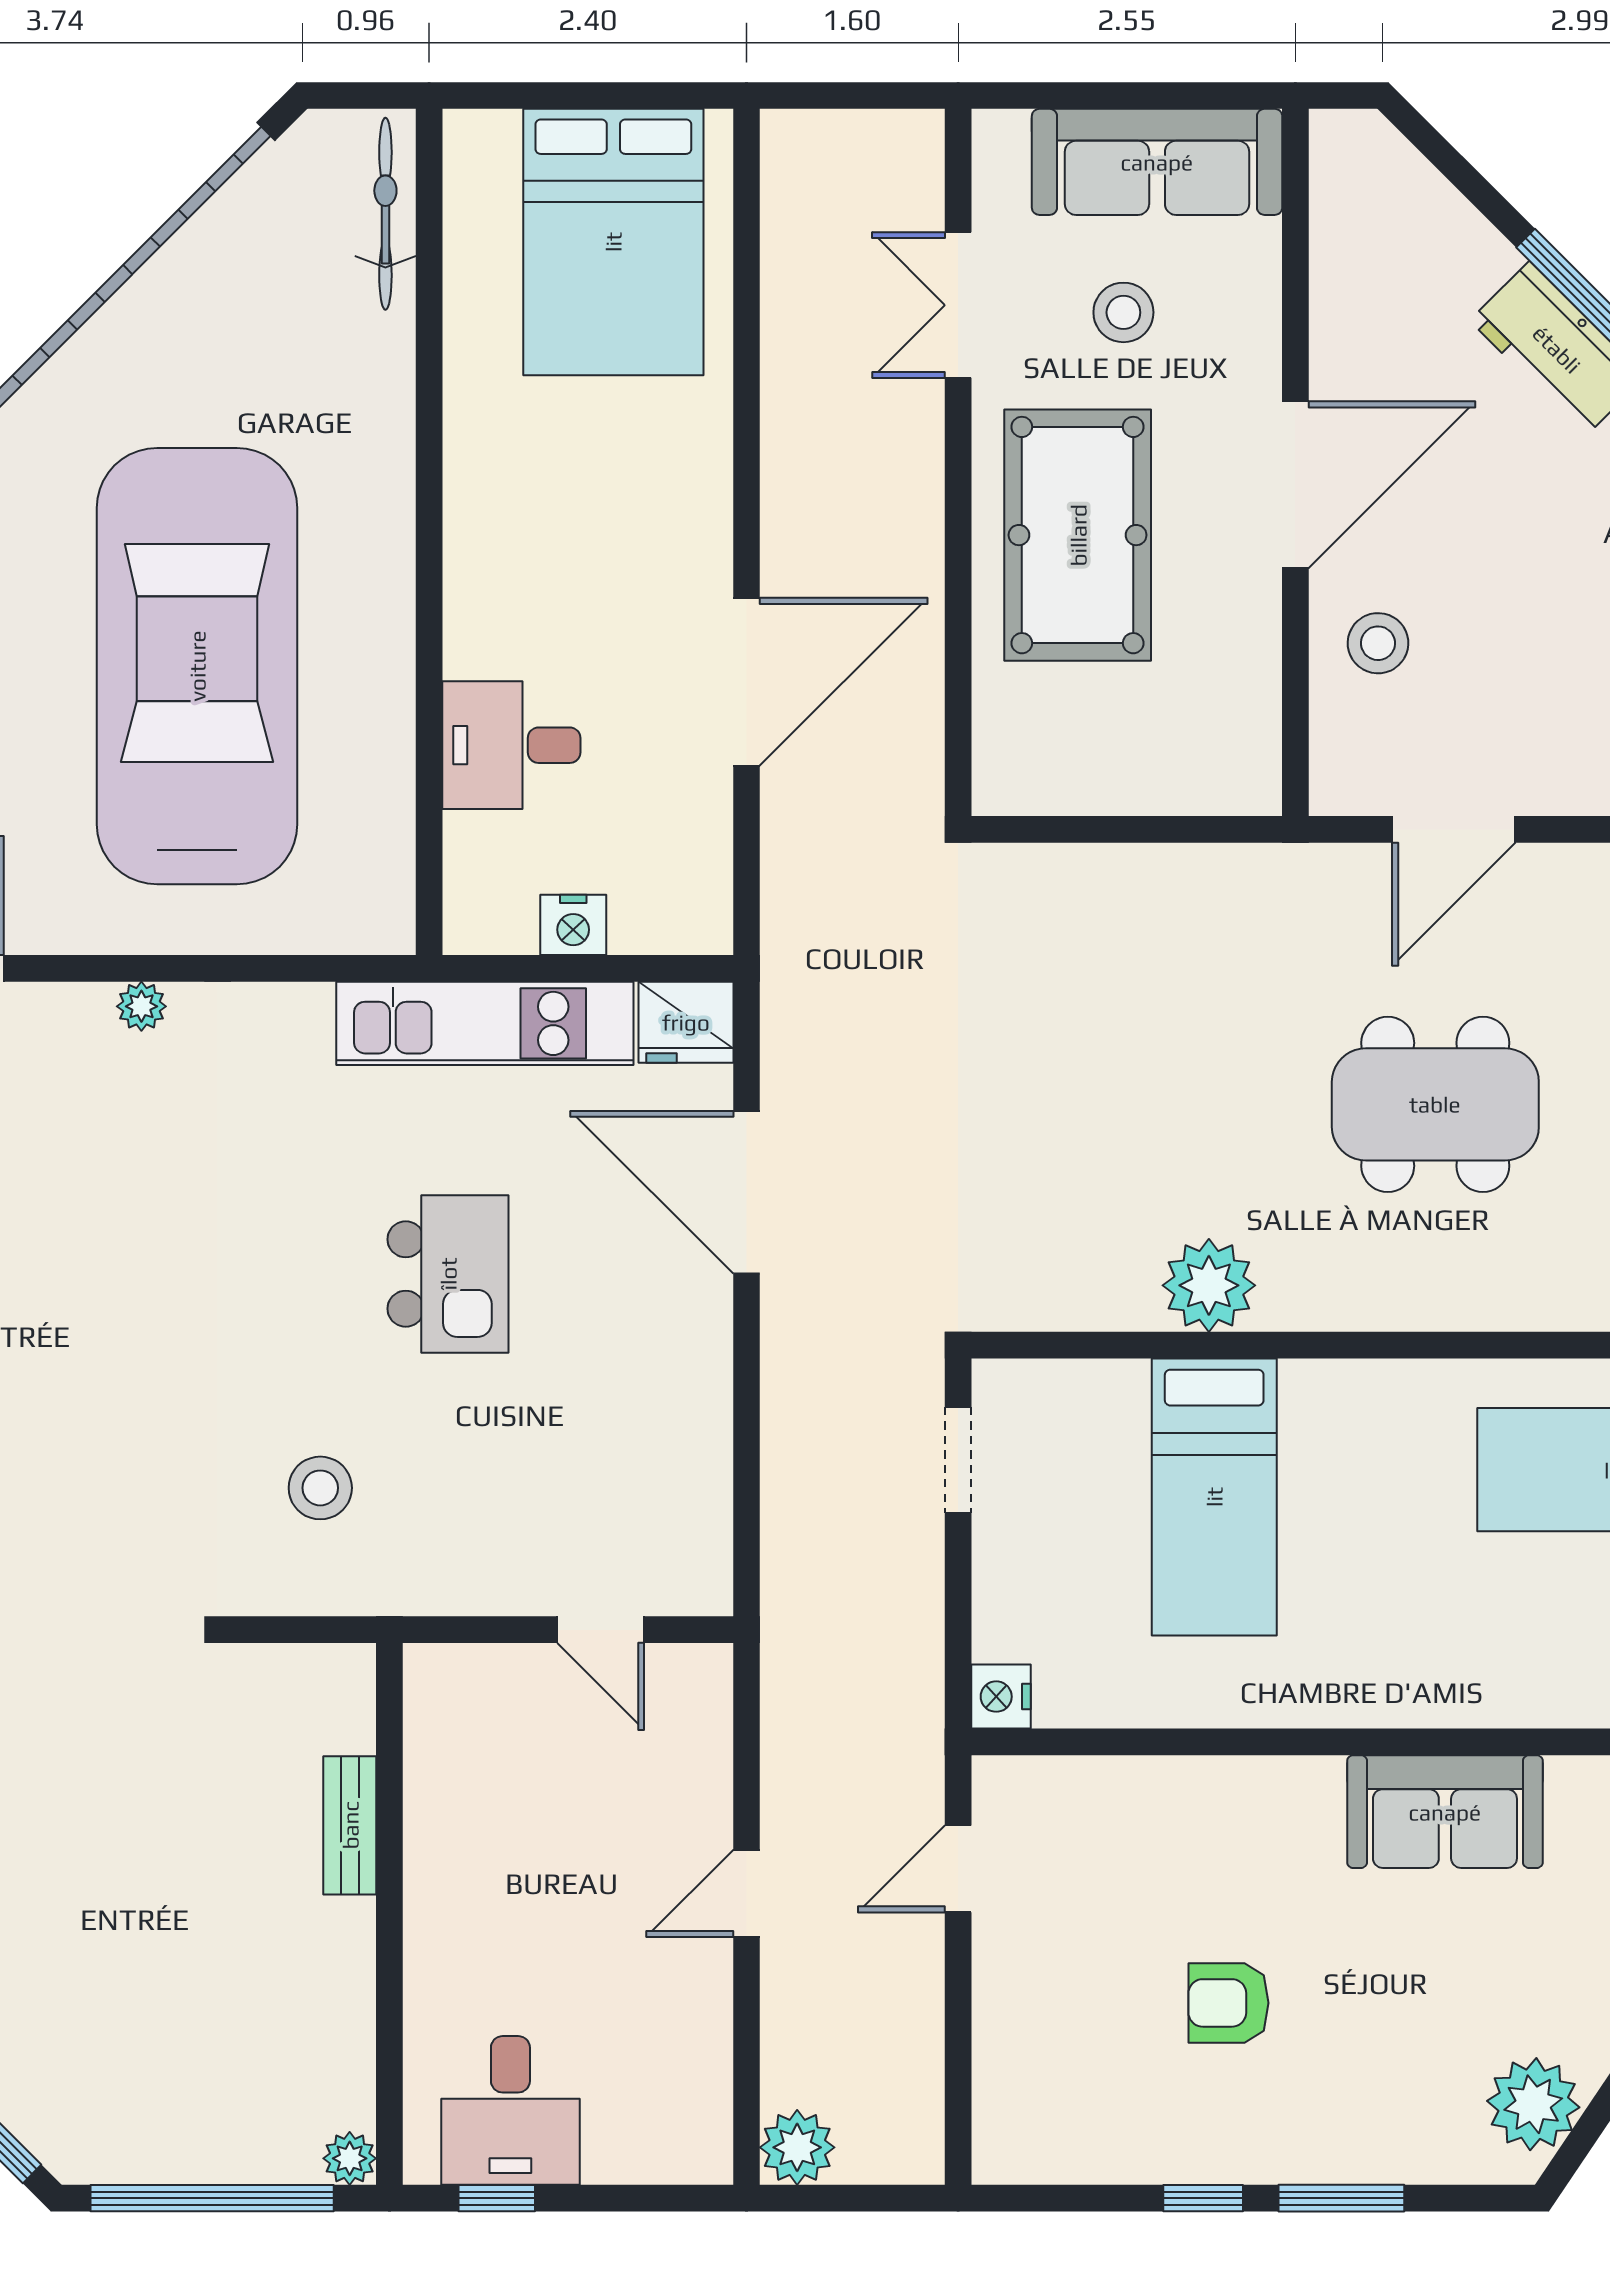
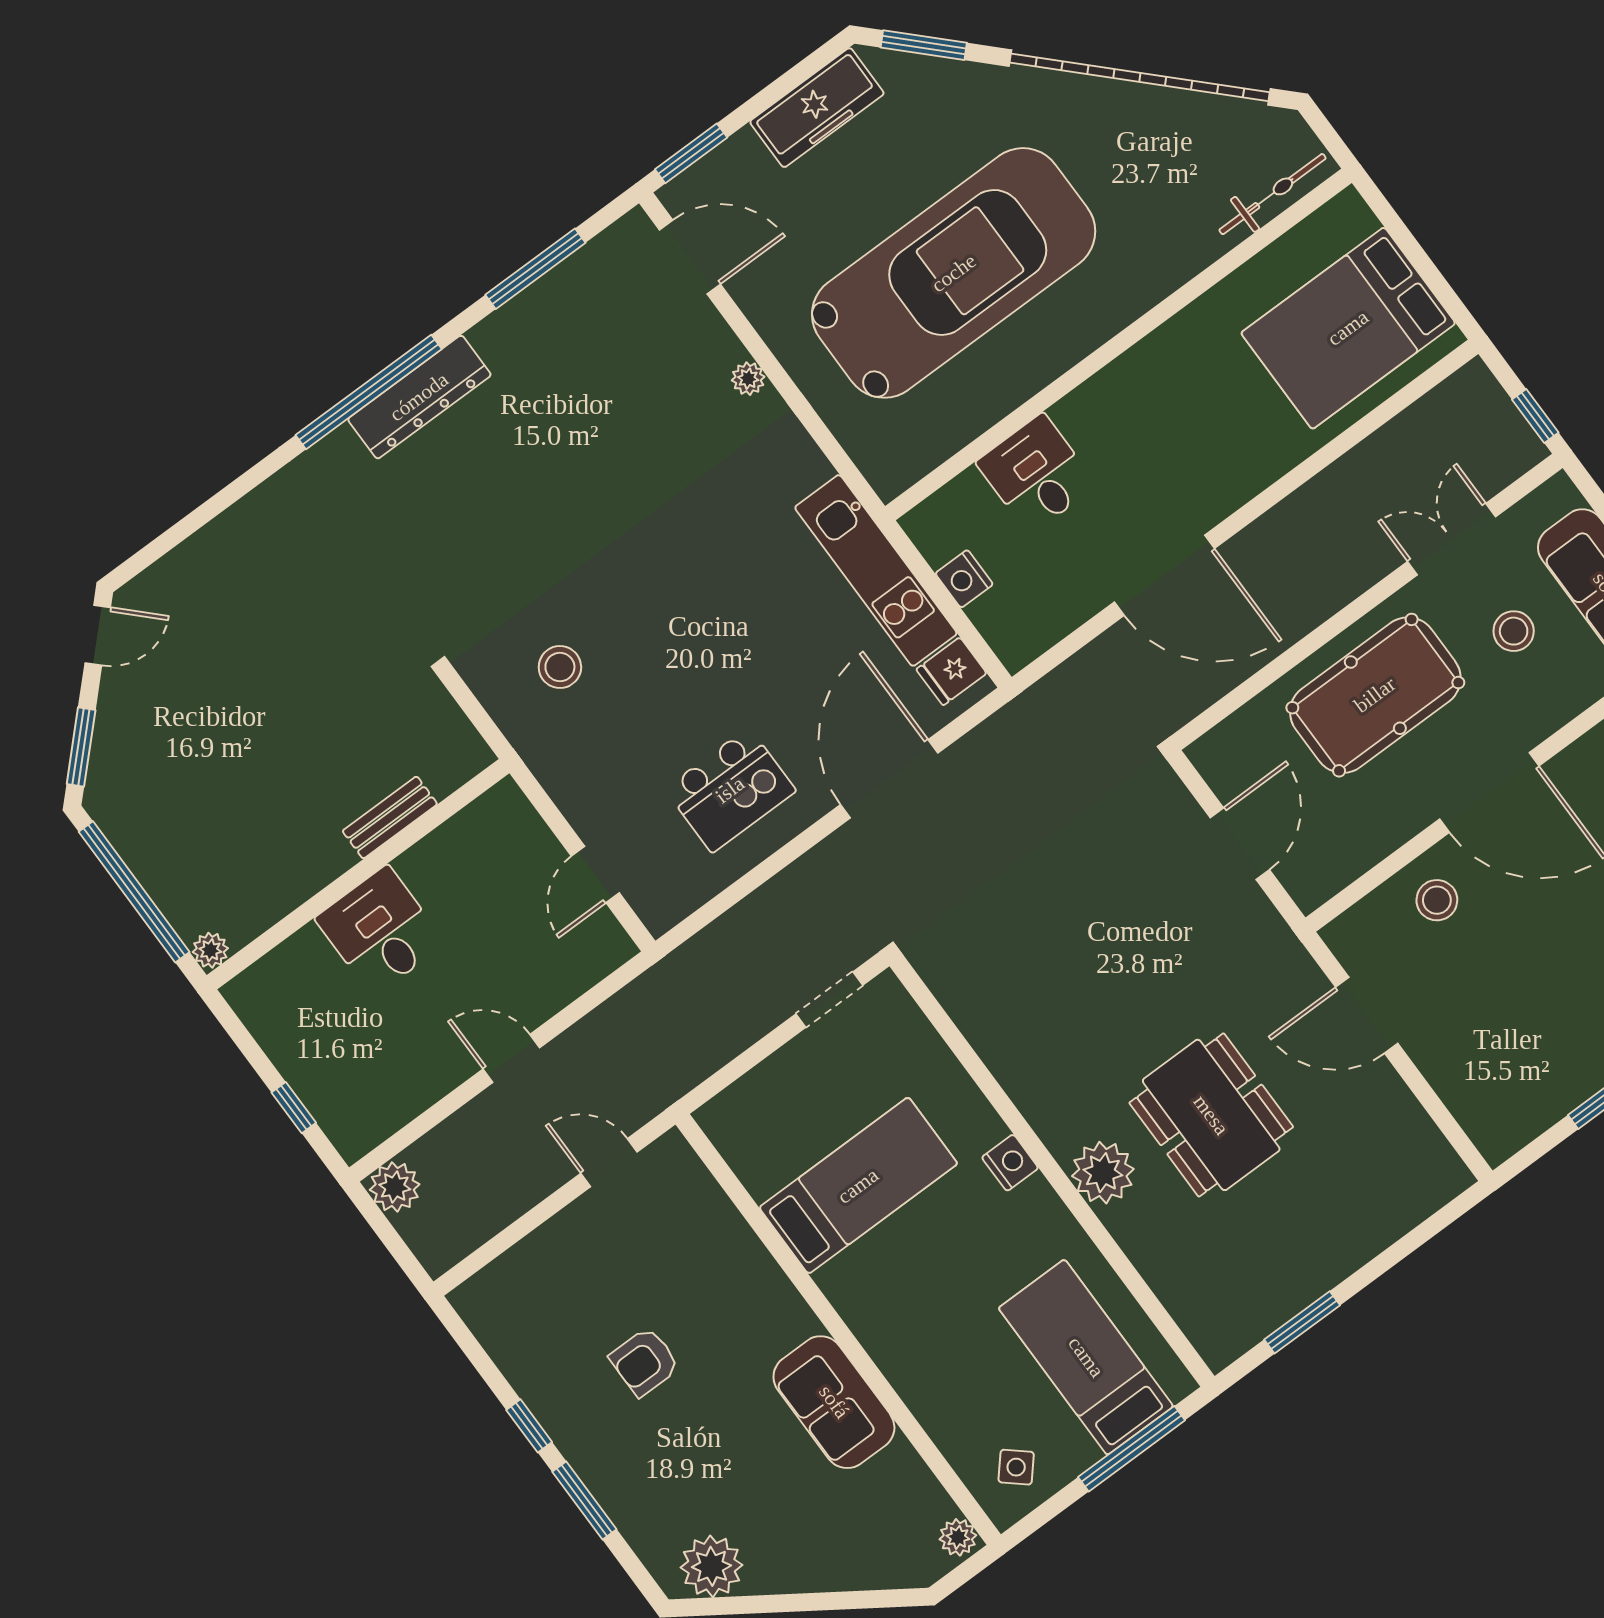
window: (885, 95) -> (1535, 416), added
door: (1135, 829) -> (1240, 844), added
fridge: (686, 1022) -> (951, 671), width x0.72
kitchen island: (448, 1274) -> (730, 790), moved
plant: (1209, 1285) -> (1103, 1173), moved
bed: (1214, 1497) -> (858, 1186), moved, turned 180
nightstand: (1001, 1697) -> (1010, 1163), moved, turned 90
armchair: (1228, 2003) -> (645, 1362), turned -90
desk: (510, 2110) -> (380, 931), moved, turned 90
window: (497, 2198) -> (294, 1108), moved

